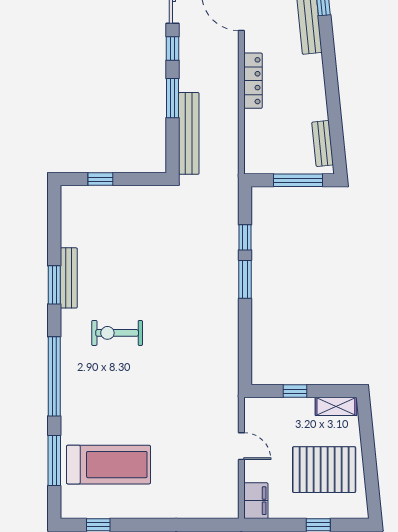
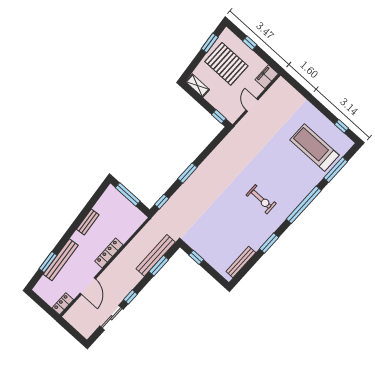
window: (172, 98) -> (159, 266), moved
bench: (323, 143) -> (88, 222), moved
window: (100, 179) -> (196, 257), moved
window: (245, 237) -> (162, 202), moved
bench: (69, 278) -> (241, 262), moved
window: (295, 391) -> (219, 117), moved
window: (371, 477) -> (210, 43), added

